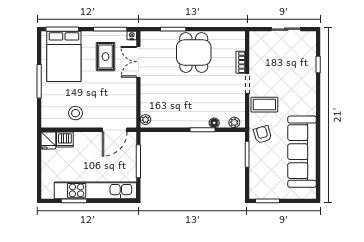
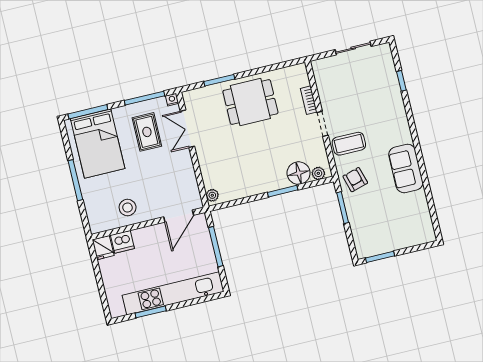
dining table: (194, 52) -> (250, 102), turned 90
floor lamp: (214, 123) -> (299, 173), width x1.89, depth x1.89
sofa: (302, 152) -> (406, 168), width x0.54, depth x0.79

